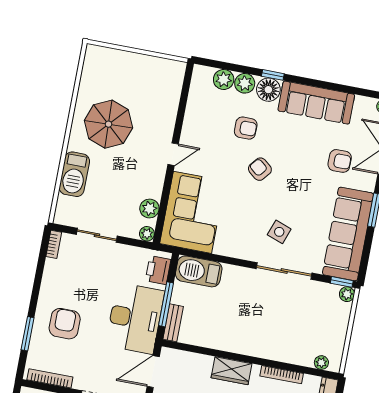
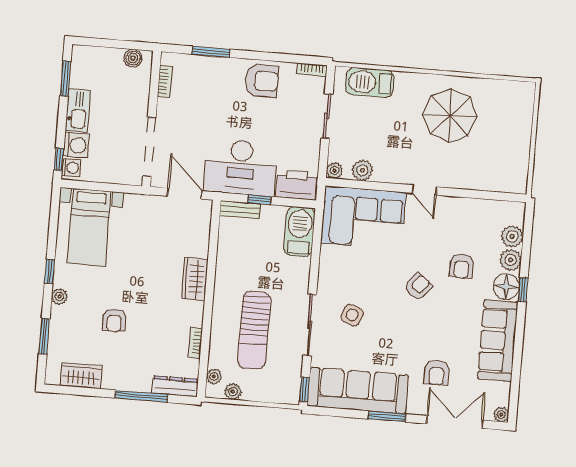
barbecue: (74, 174) -> (370, 82), moved
printer: (158, 270) -> (296, 185), width x1.37, depth x1.19
plant: (347, 294) -> (233, 392), moved
window: (166, 304) -> (260, 200), width x0.46
sun lounger: (284, 322) -> (254, 330), added
armchair: (65, 324) -> (262, 81), moved
bookcase: (282, 375) -> (195, 343), width x0.64
bookcase: (50, 378) -> (165, 81), width x0.64

